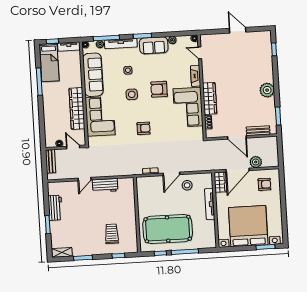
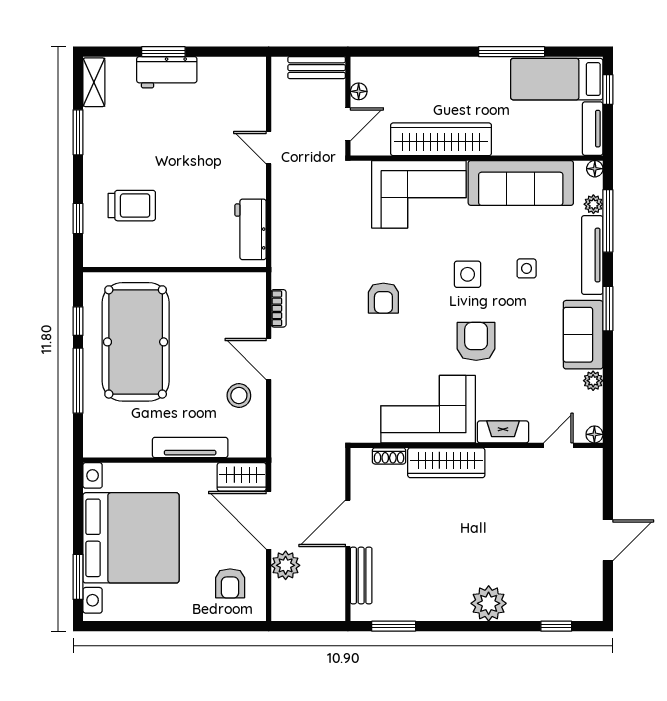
plant: (267, 90) -> (489, 603), moved
workbench: (105, 185) -> (251, 229), moved
workbench: (55, 208) -> (167, 72), moved

